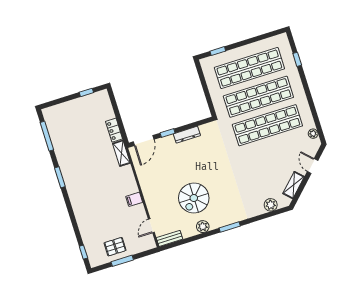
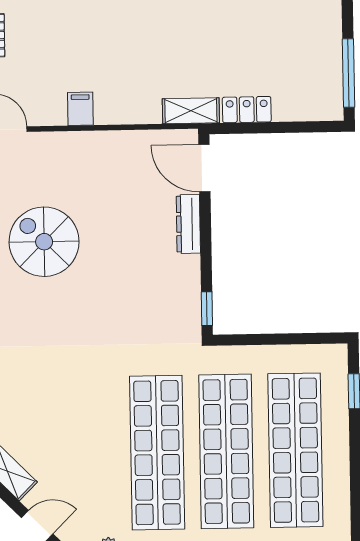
window: (86, 92) -> (348, 73), width x2.17
window: (168, 133) -> (207, 309), moved
dresser: (187, 135) -> (188, 224), moved

